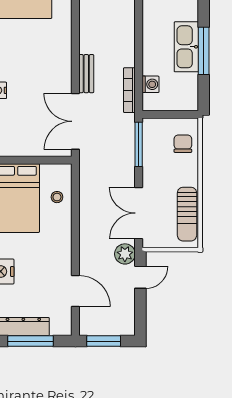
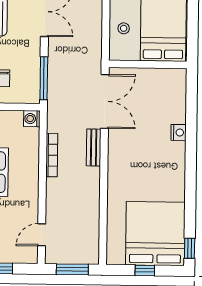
washing machine: (151, 84) -> (32, 119), moved
bookcase: (129, 90) -> (52, 155), moved

